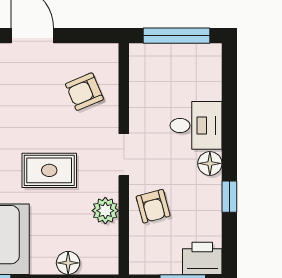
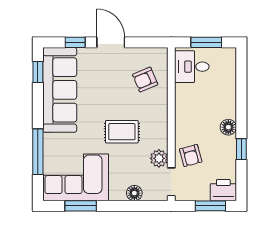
window: (177, 36) -> (206, 42), width x0.69
desk: (196, 125) -> (192, 67), moved, turned 180
doorway: (124, 155) -> (171, 182), moved

